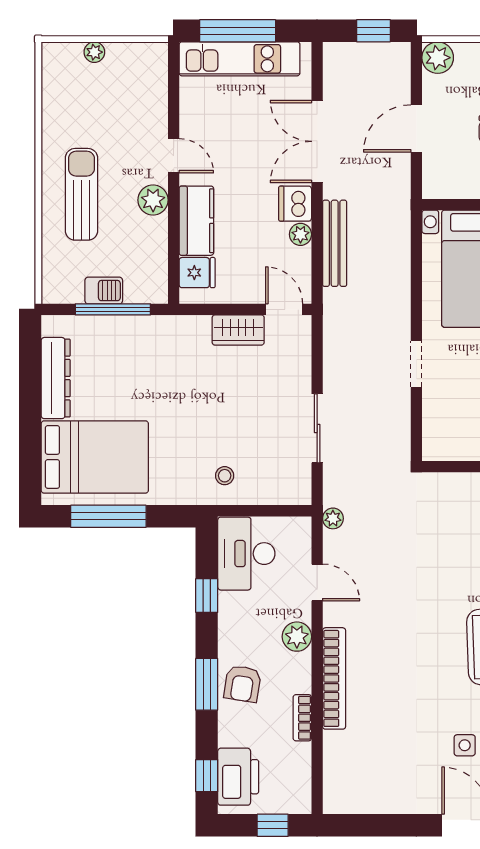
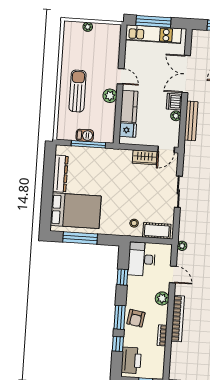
door: (284, 309) -> (166, 149), swing flipped
sliding door: (317, 428) -> (178, 192), moved
cot: (275, 489) -> (157, 231), added
window: (207, 776) -> (118, 344), moved

